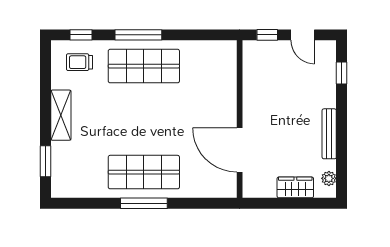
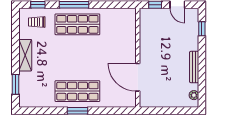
wardrobe: (295, 187) -> (173, 101), removed
window: (144, 203) -> (77, 111), width x0.69

